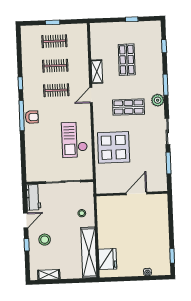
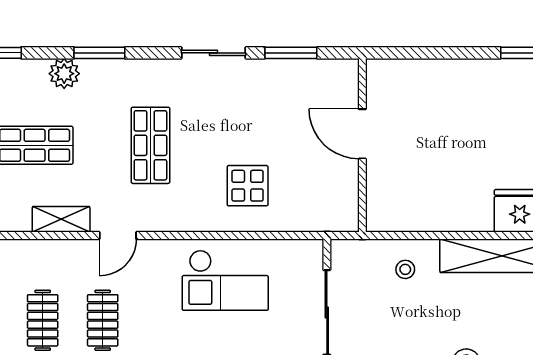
door: (91, 95) -> (118, 236), hinge flipped
plant: (158, 100) -> (64, 74), moved
display table: (114, 147) -> (248, 186), width x0.54, depth x0.54

